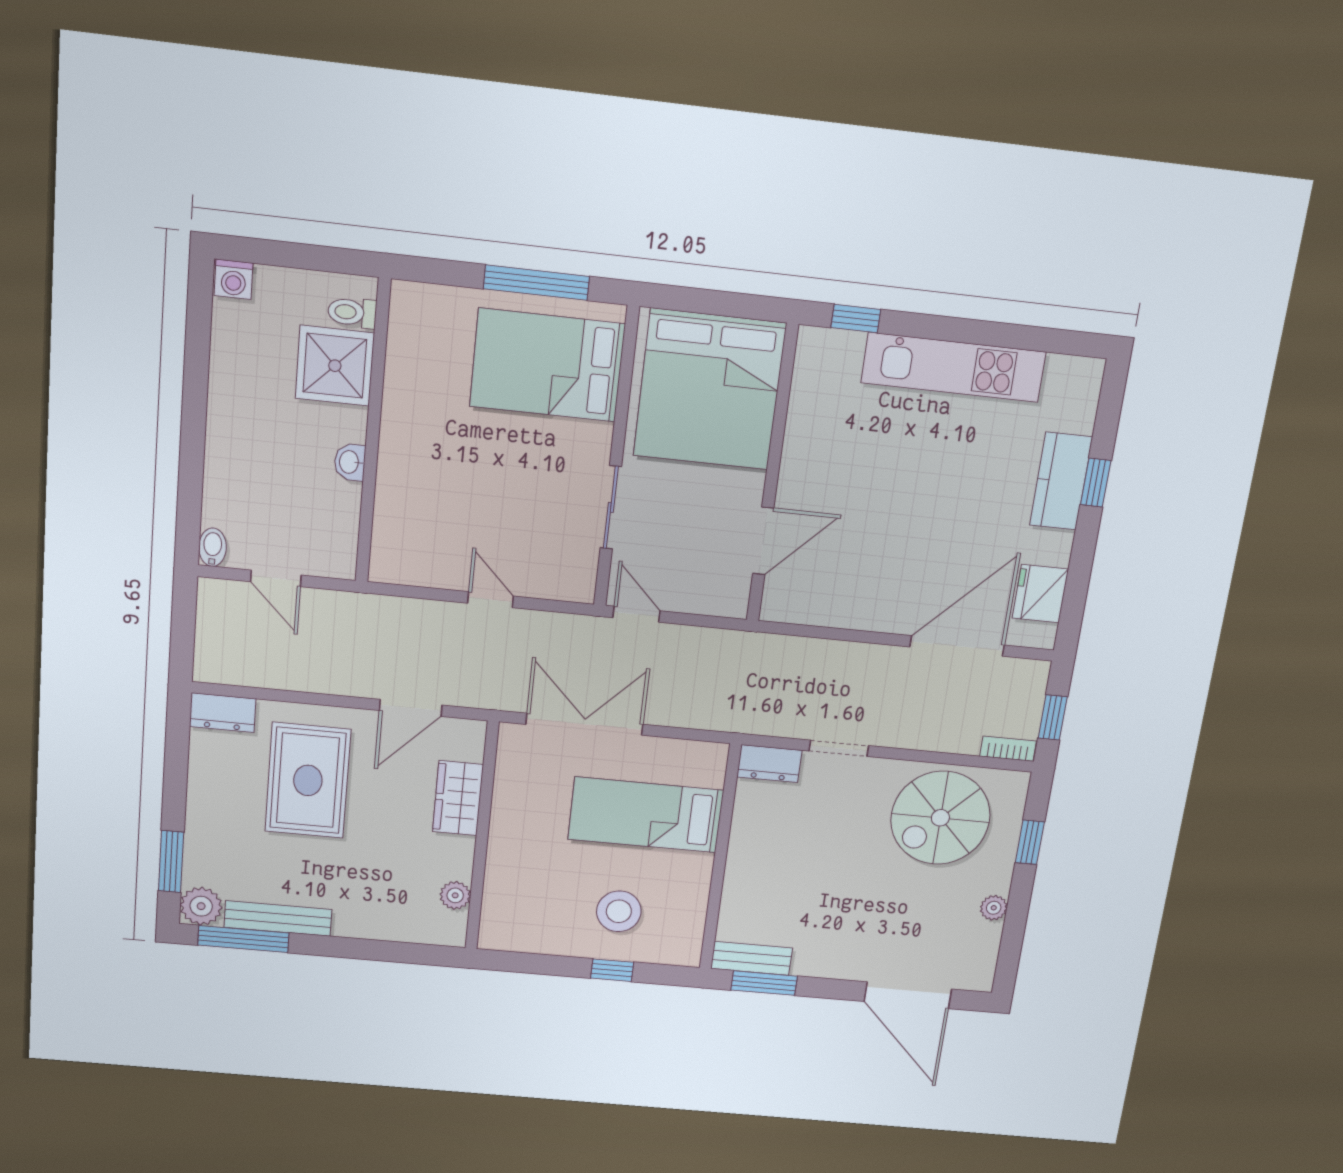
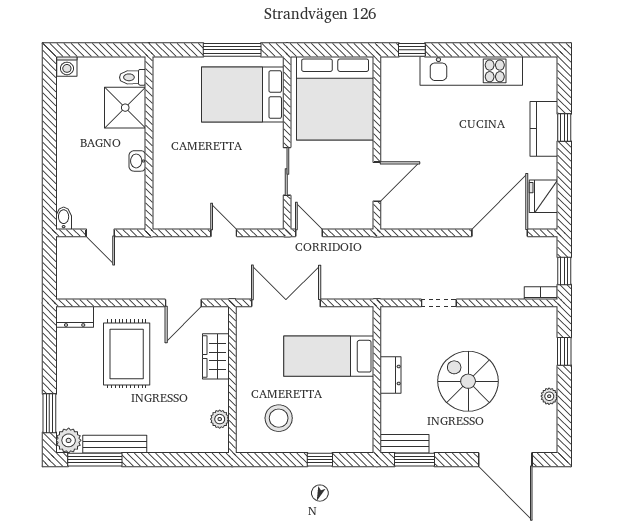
dresser: (769, 764) -> (391, 375), moved, turned -90
spiral stairs: (940, 818) -> (468, 381), moved, turned 90
stool: (619, 911) -> (279, 418), moved

